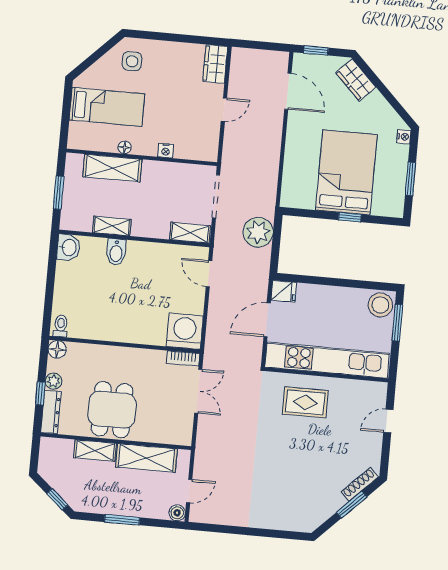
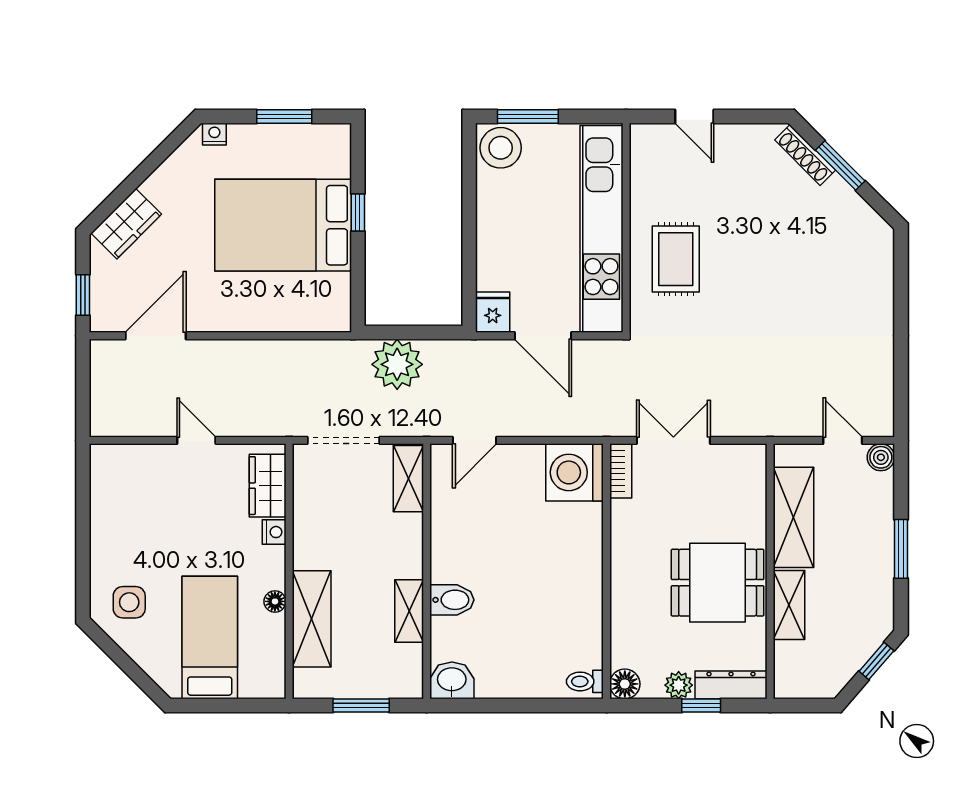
wardrobe: (215, 64) -> (268, 486), moved, turned 90

